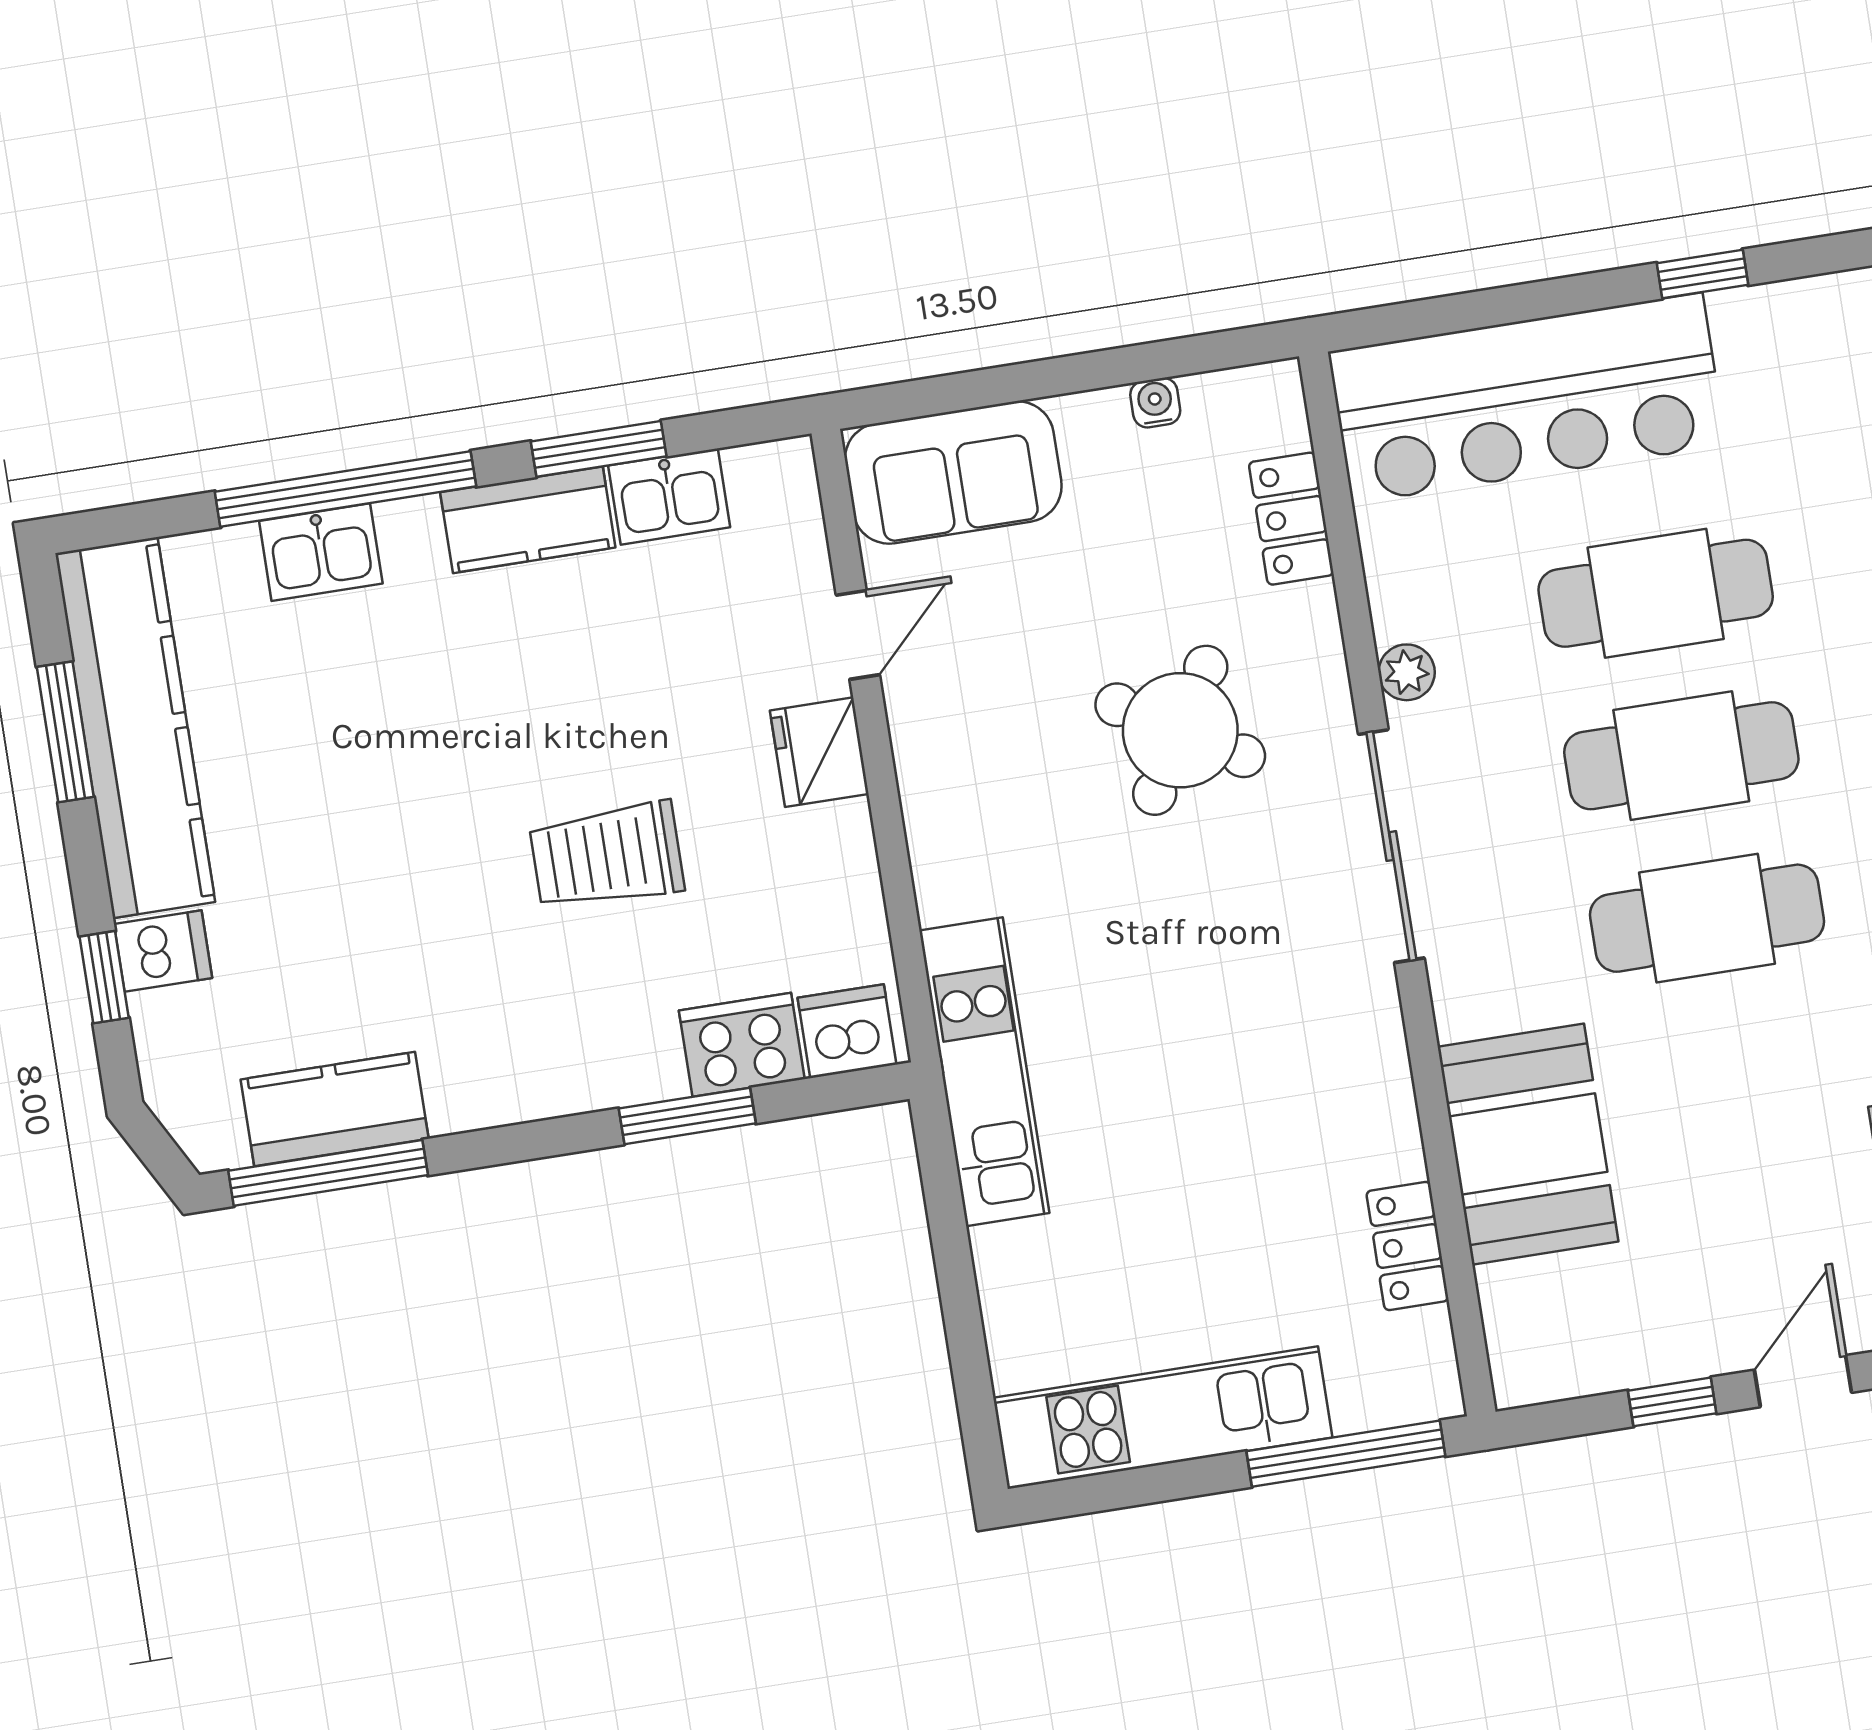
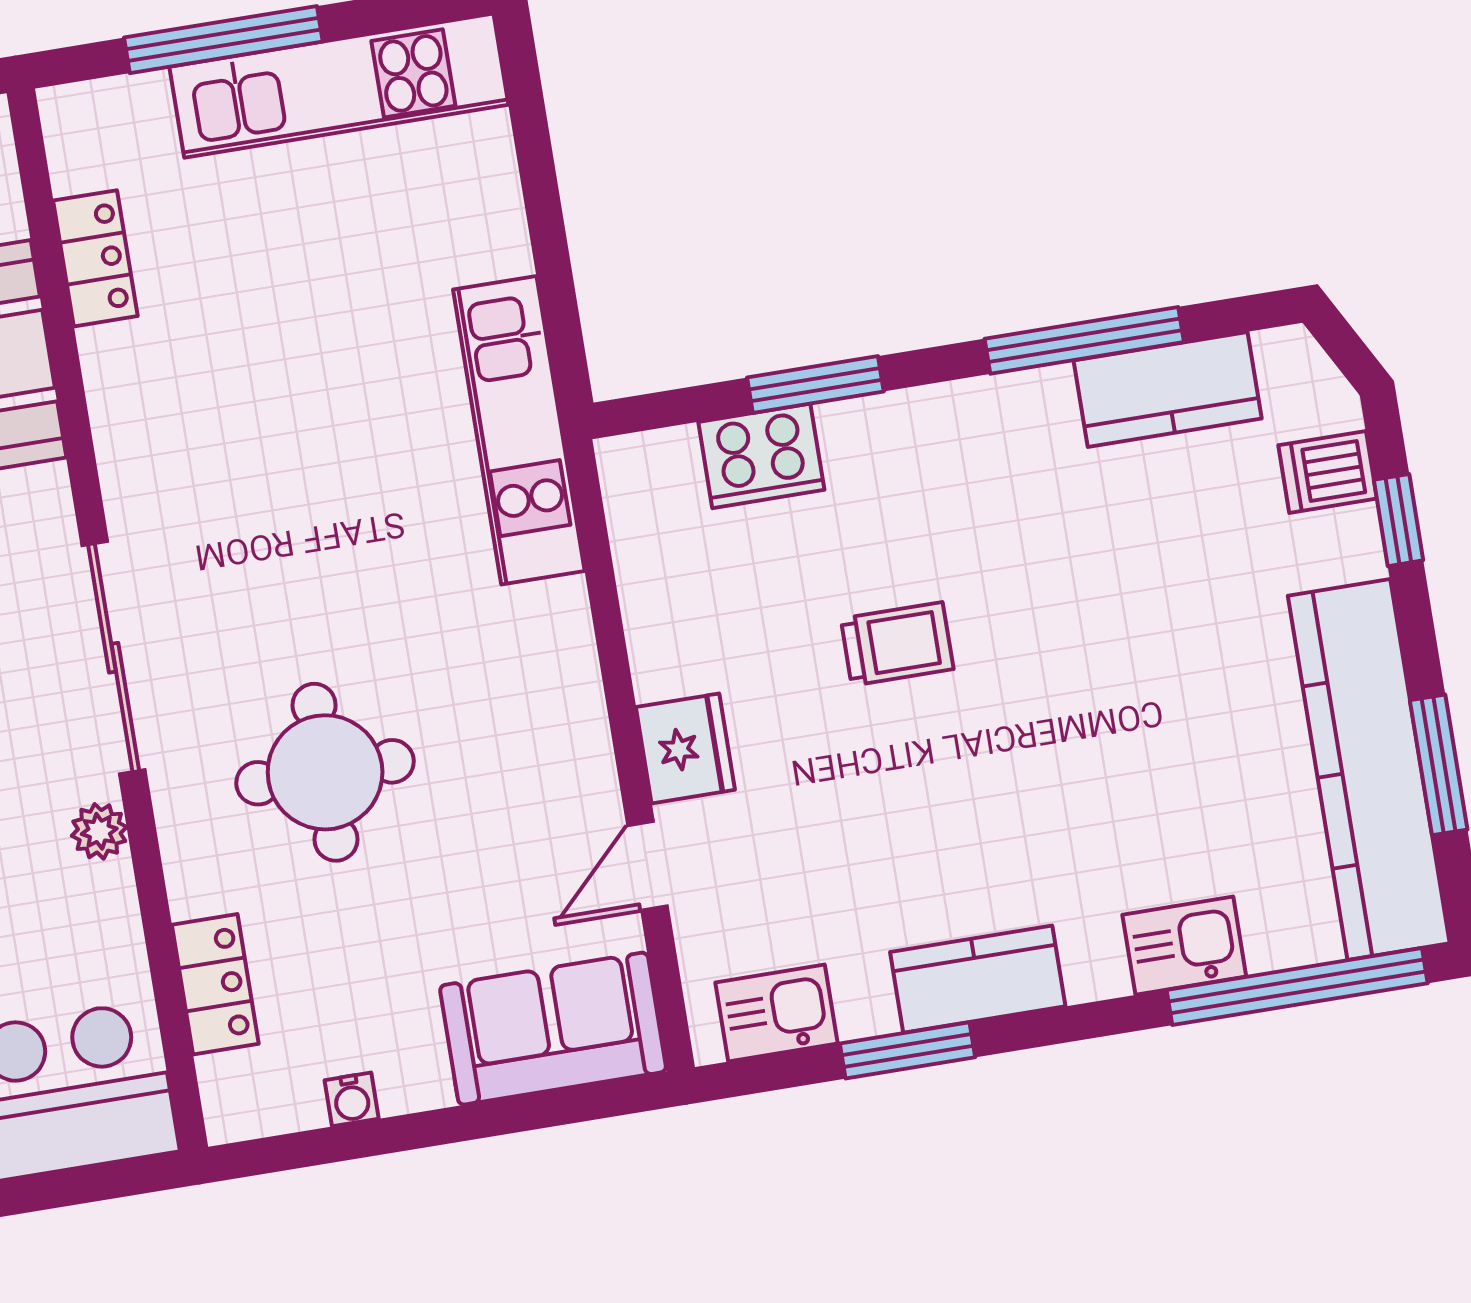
window: (345, 489) -> (1297, 987), moved
kitchen sink: (669, 496) -> (776, 1013), moved
round table: (1180, 730) -> (325, 772), turned -31
trolley: (607, 856) -> (897, 644), width x0.73, depth x0.72
dishwasher: (163, 951) -> (1328, 472), moved
dishwasher: (847, 1031) -> (656, 470), removed
window: (328, 1173) -> (1084, 340), moved
window: (1346, 1454) -> (223, 40), moved

